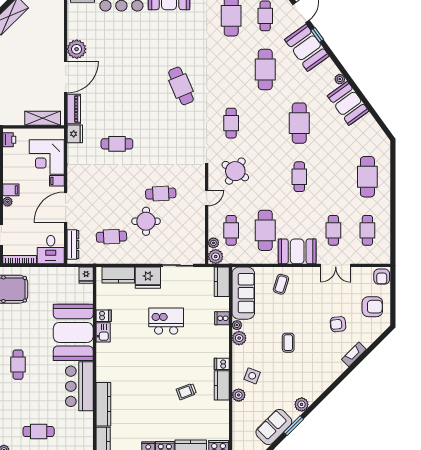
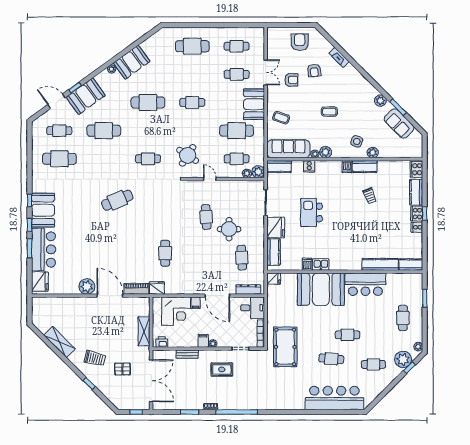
shelving: (43, 118) -> (144, 331), moved
armchair: (382, 277) -> (291, 80), moved

